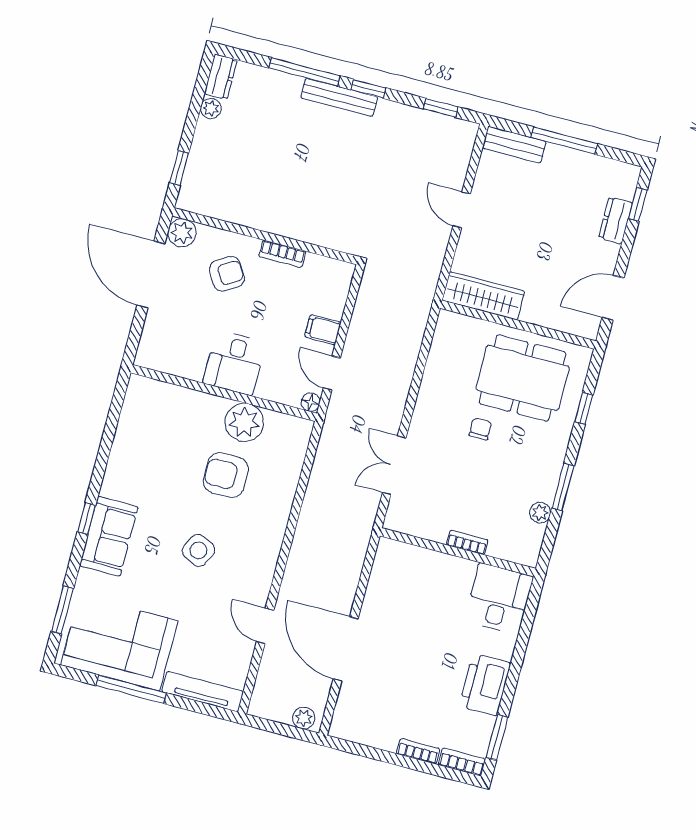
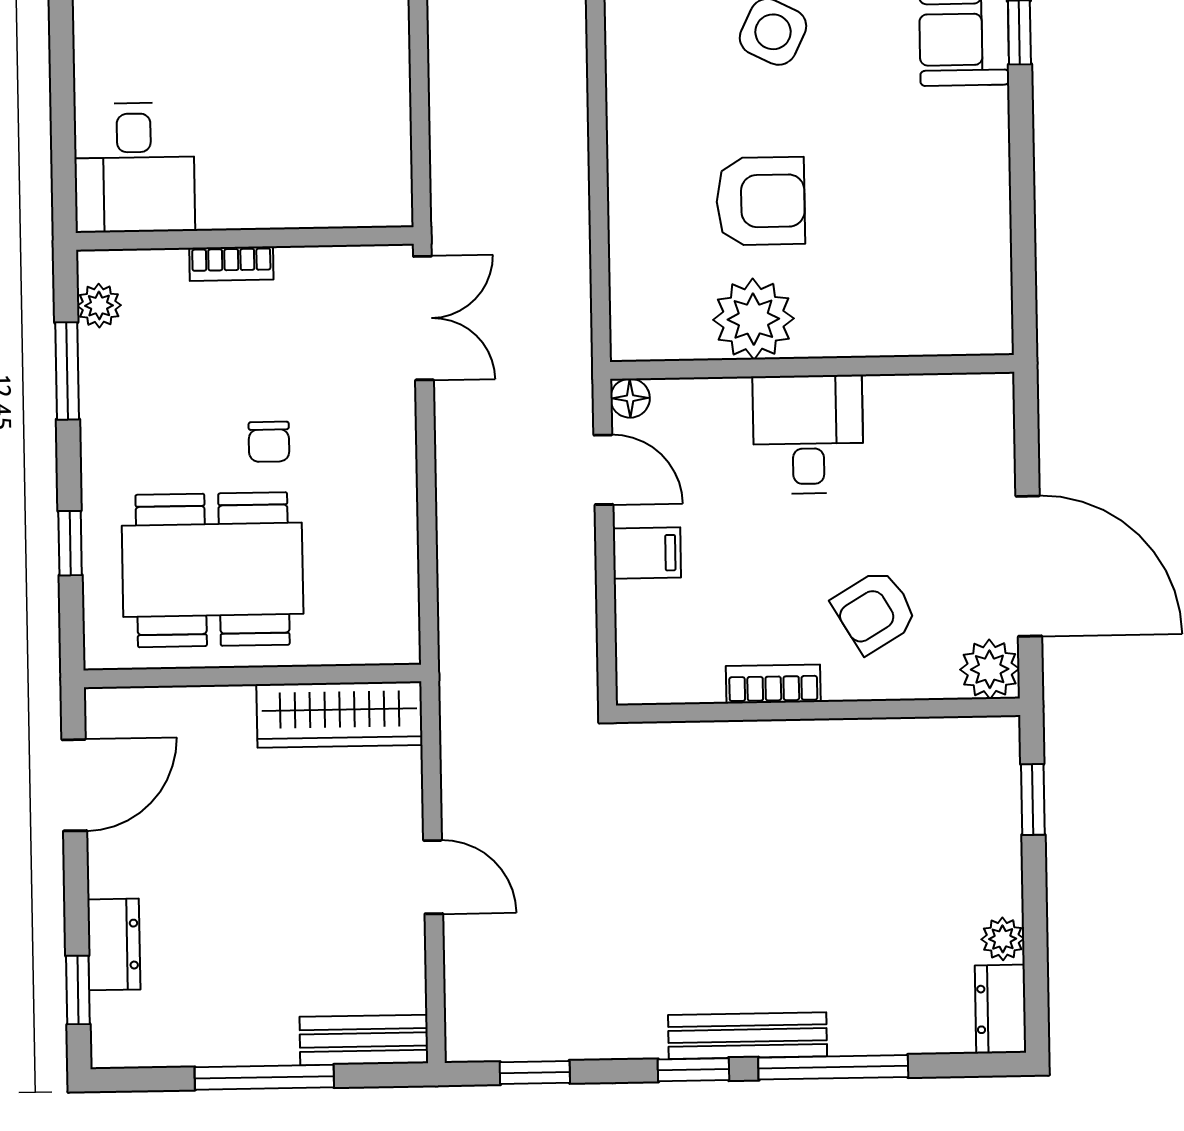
bookcase: (467, 543) -> (231, 264), moved
wall: (458, 552) -> (245, 238), moved
desk: (499, 599) -> (134, 168), moved

